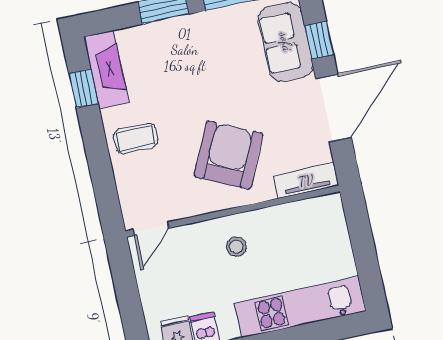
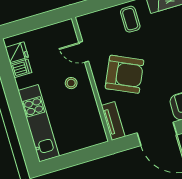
door: (151, 229) -> (84, 52), moved

